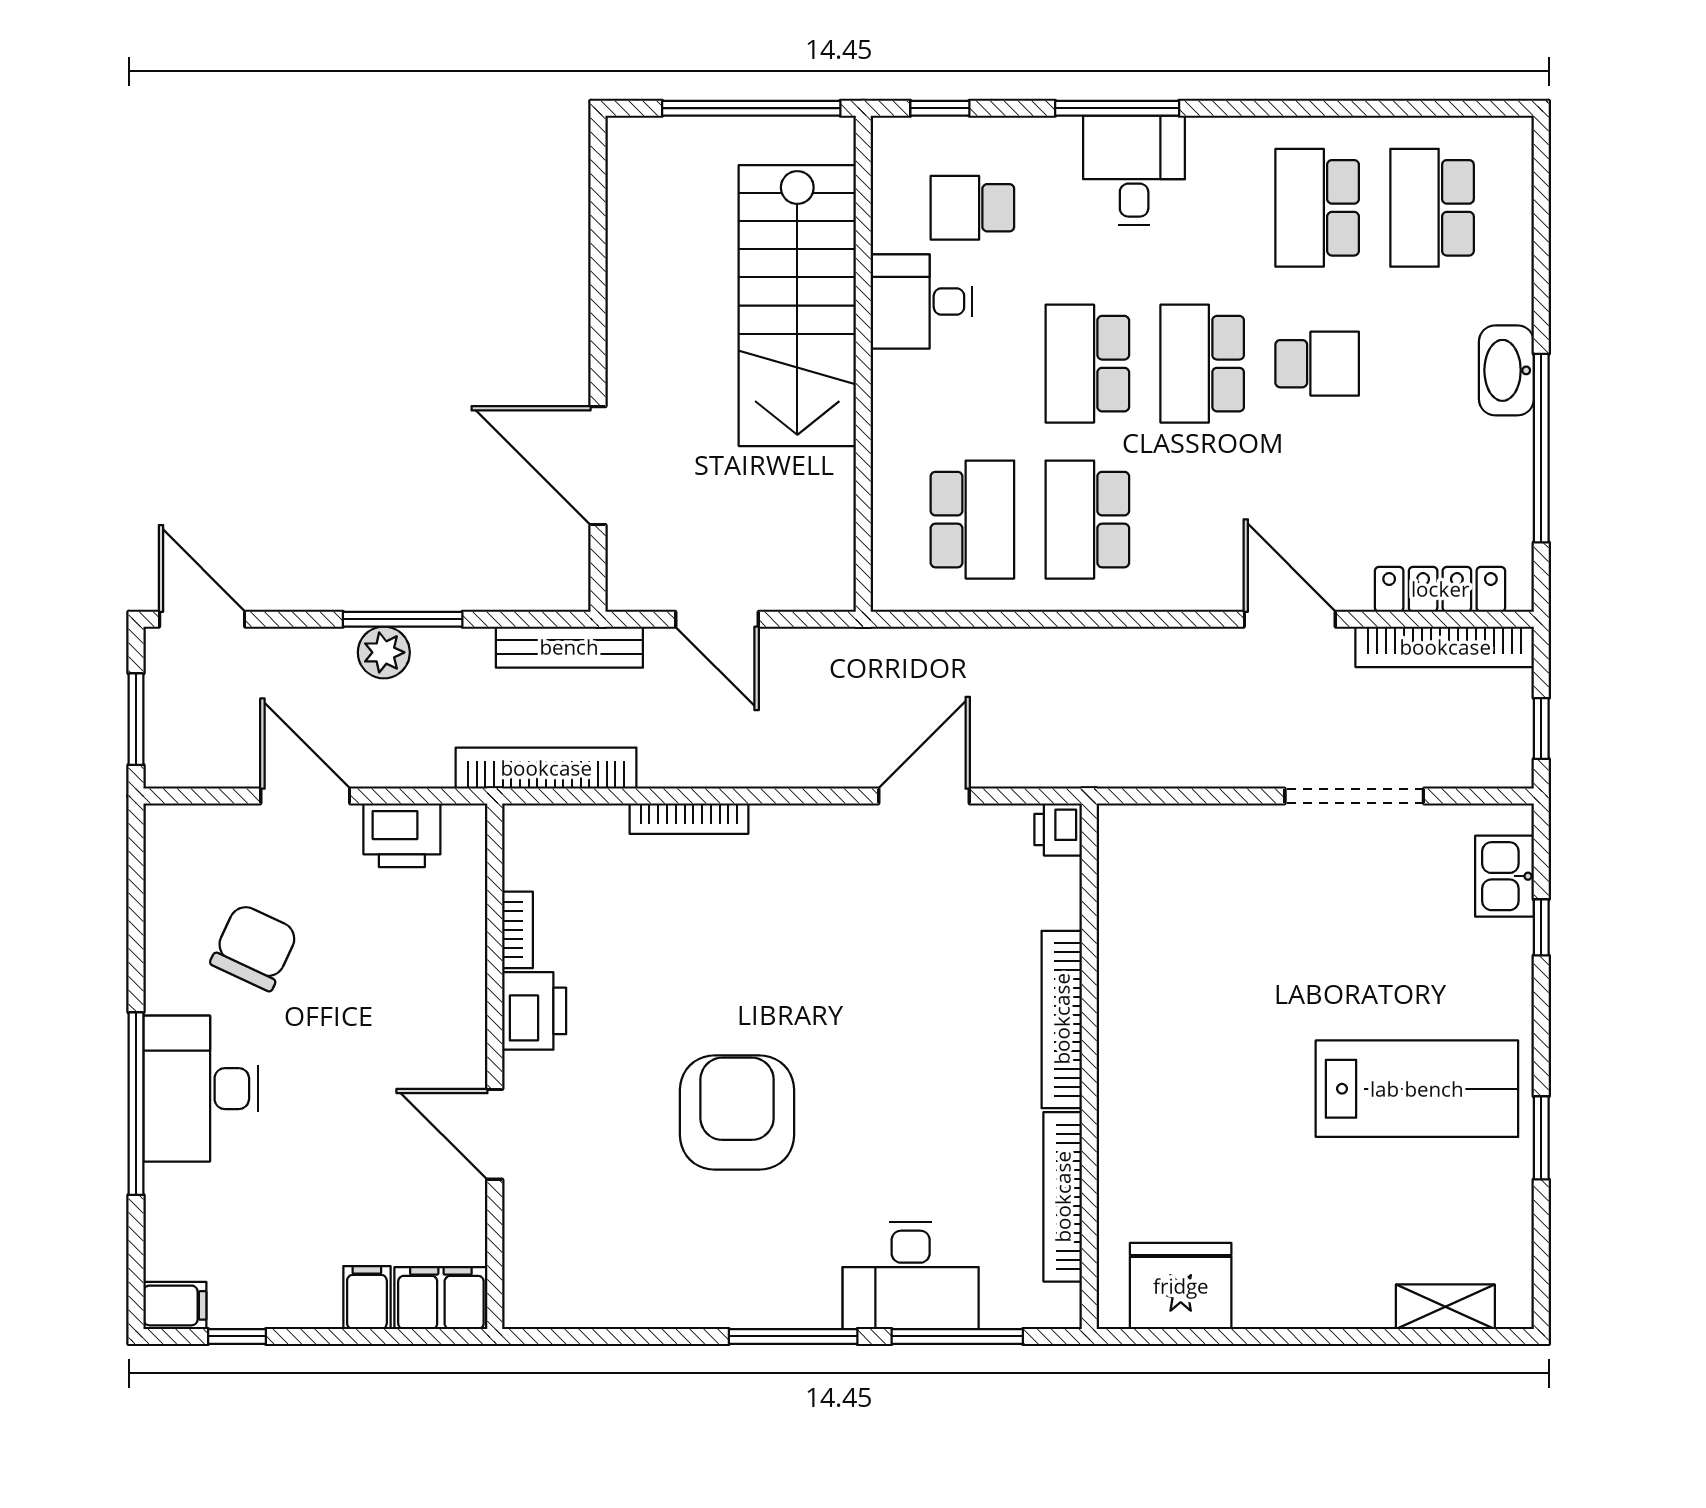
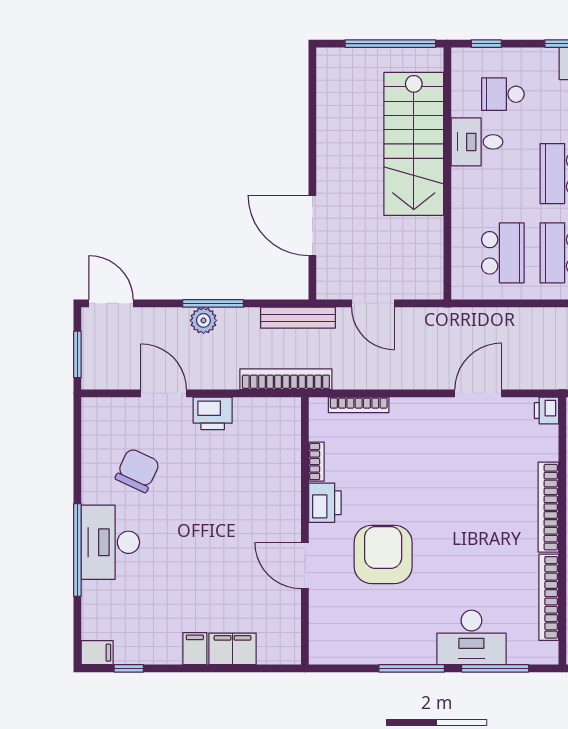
bookcase: (517, 930) -> (316, 462), moved
printer: (534, 1011) -> (325, 503), moved
wall: (495, 1066) -> (305, 531), moved
door: (495, 1134) -> (305, 566), moved

